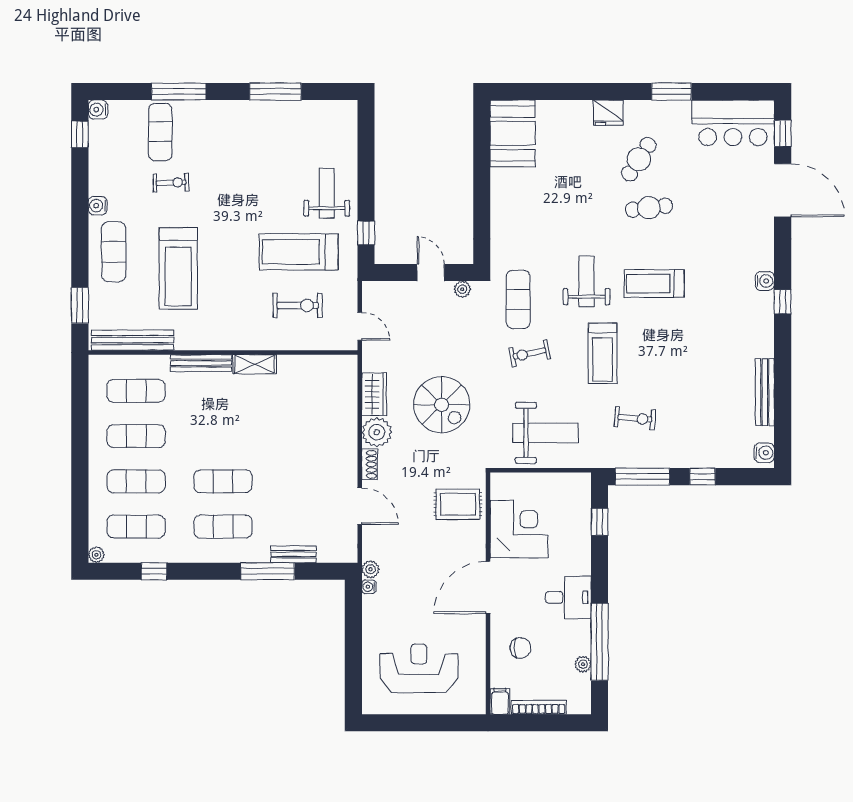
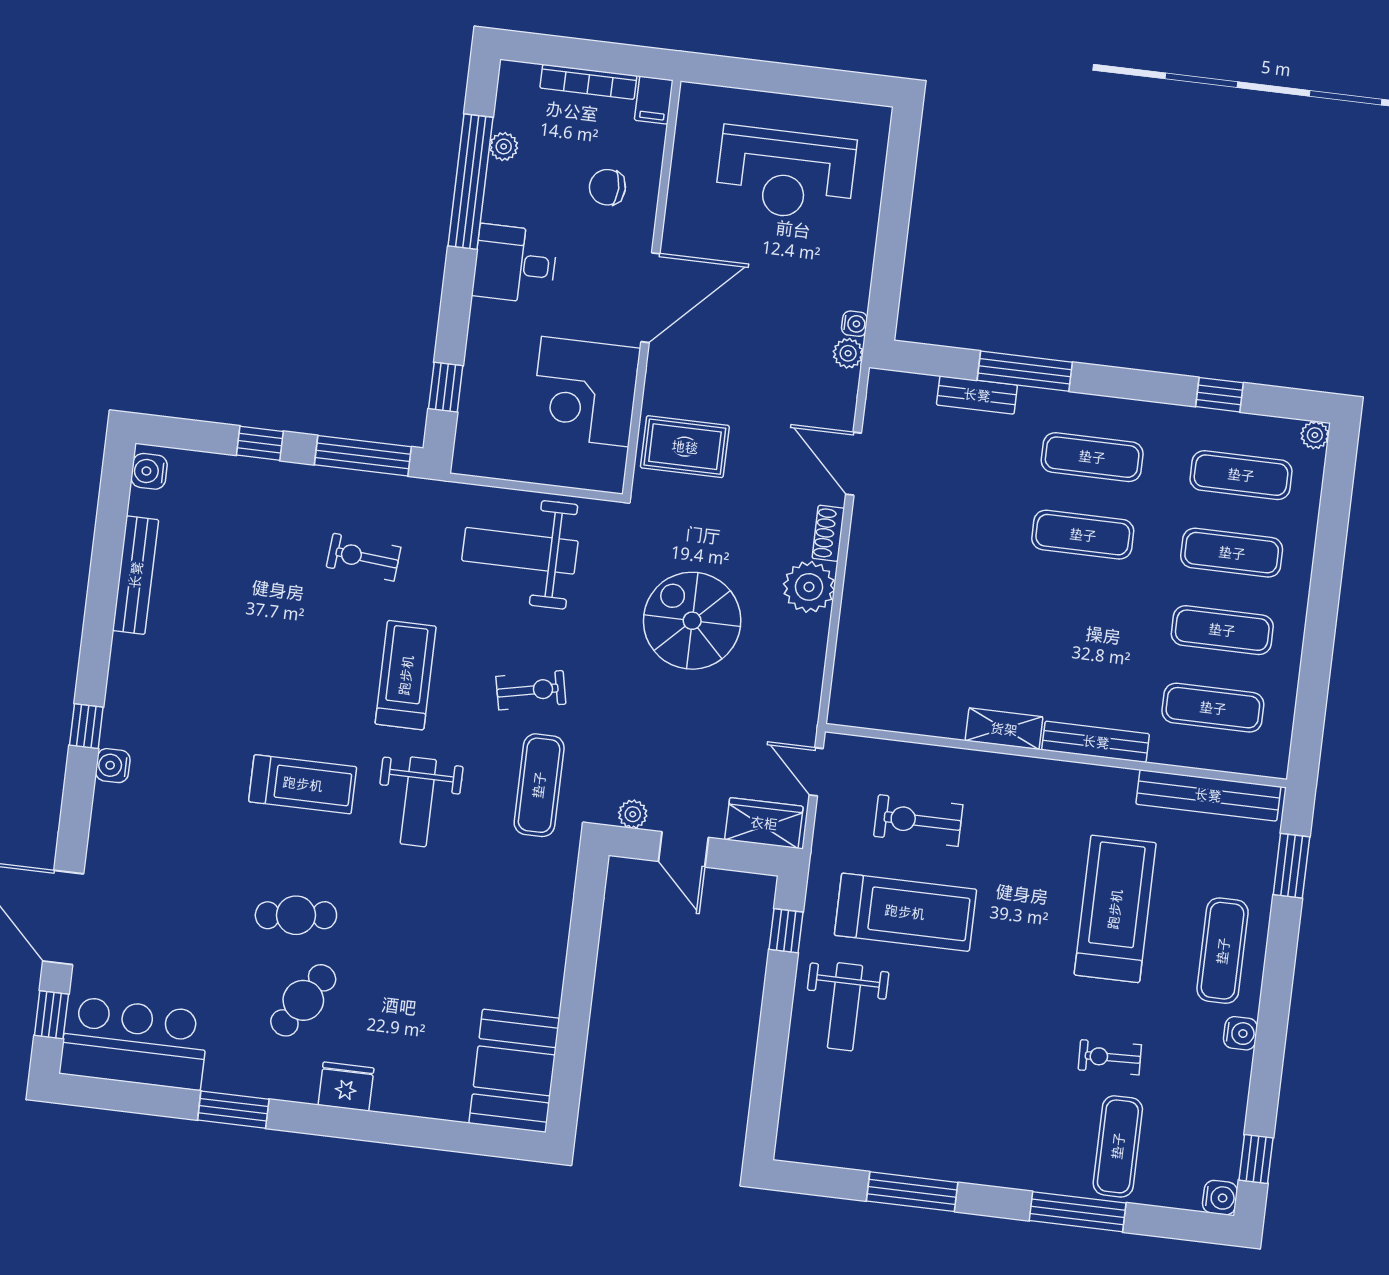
wardrobe: (374, 394) -> (764, 823), moved, turned 90

